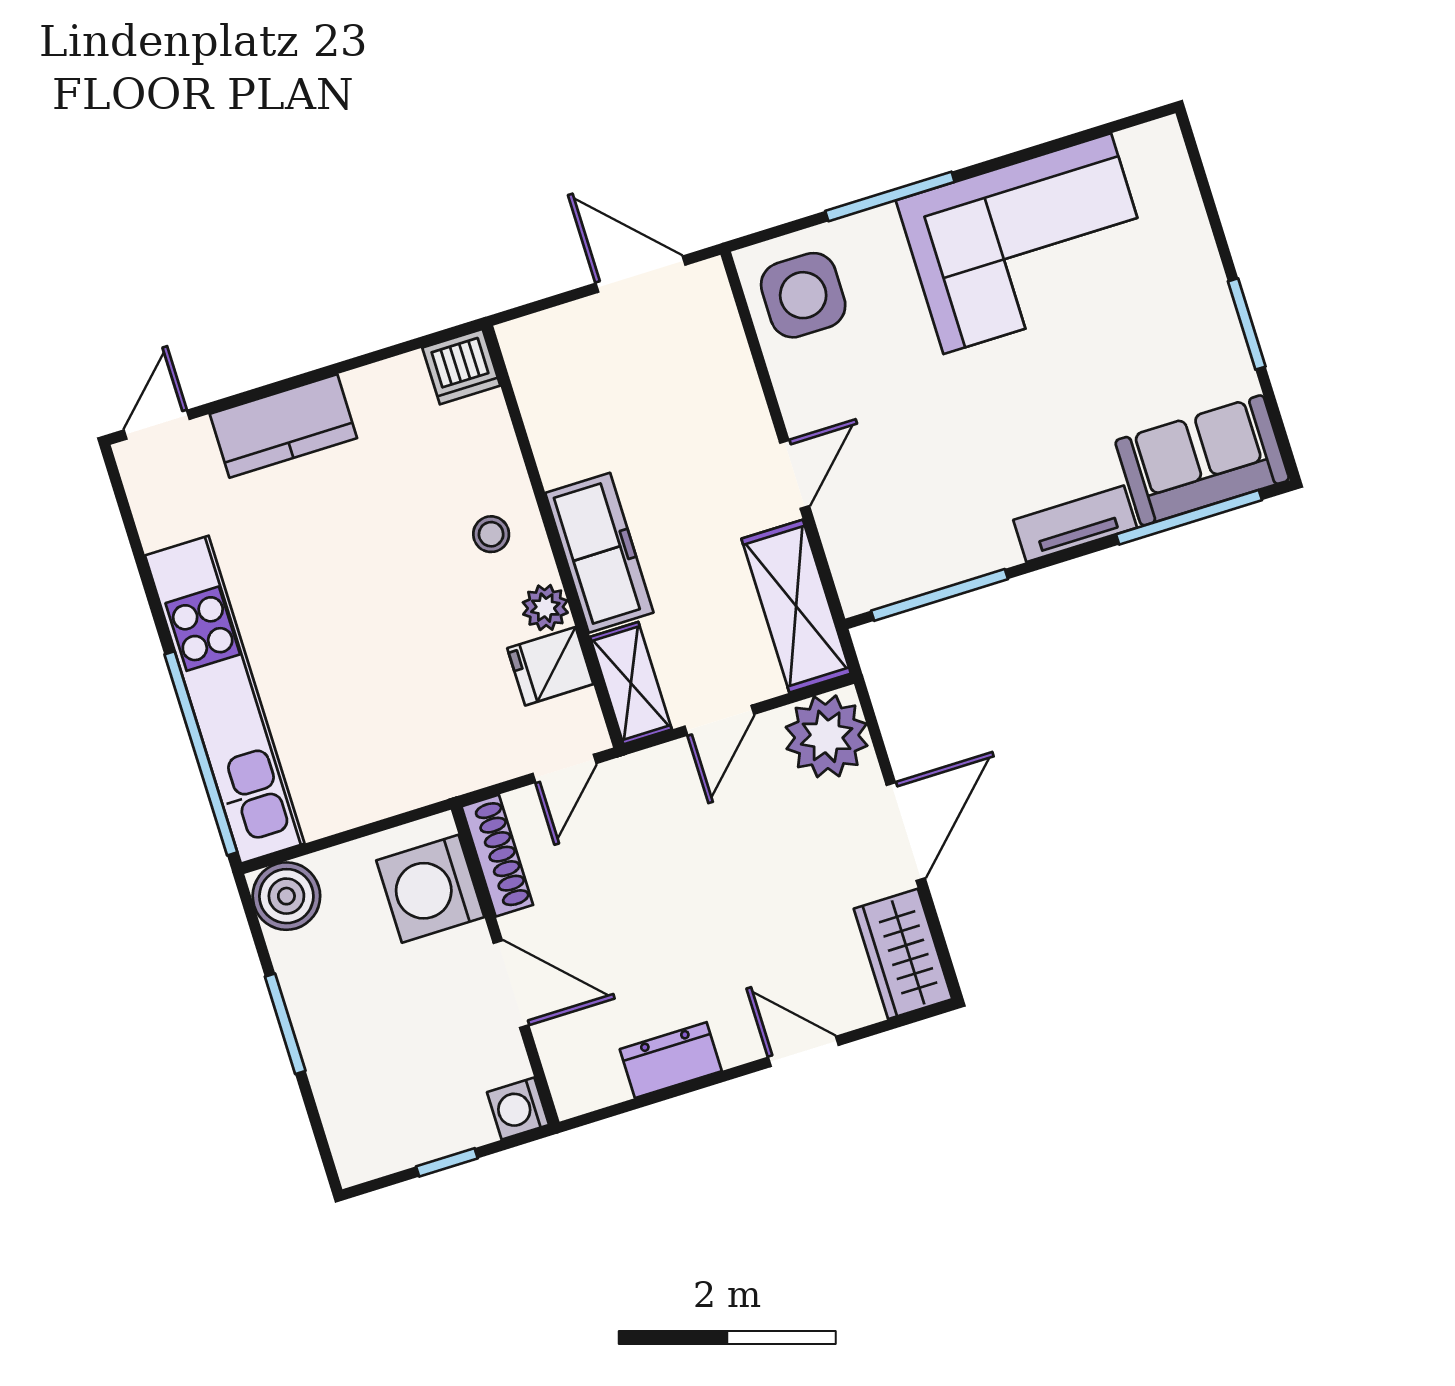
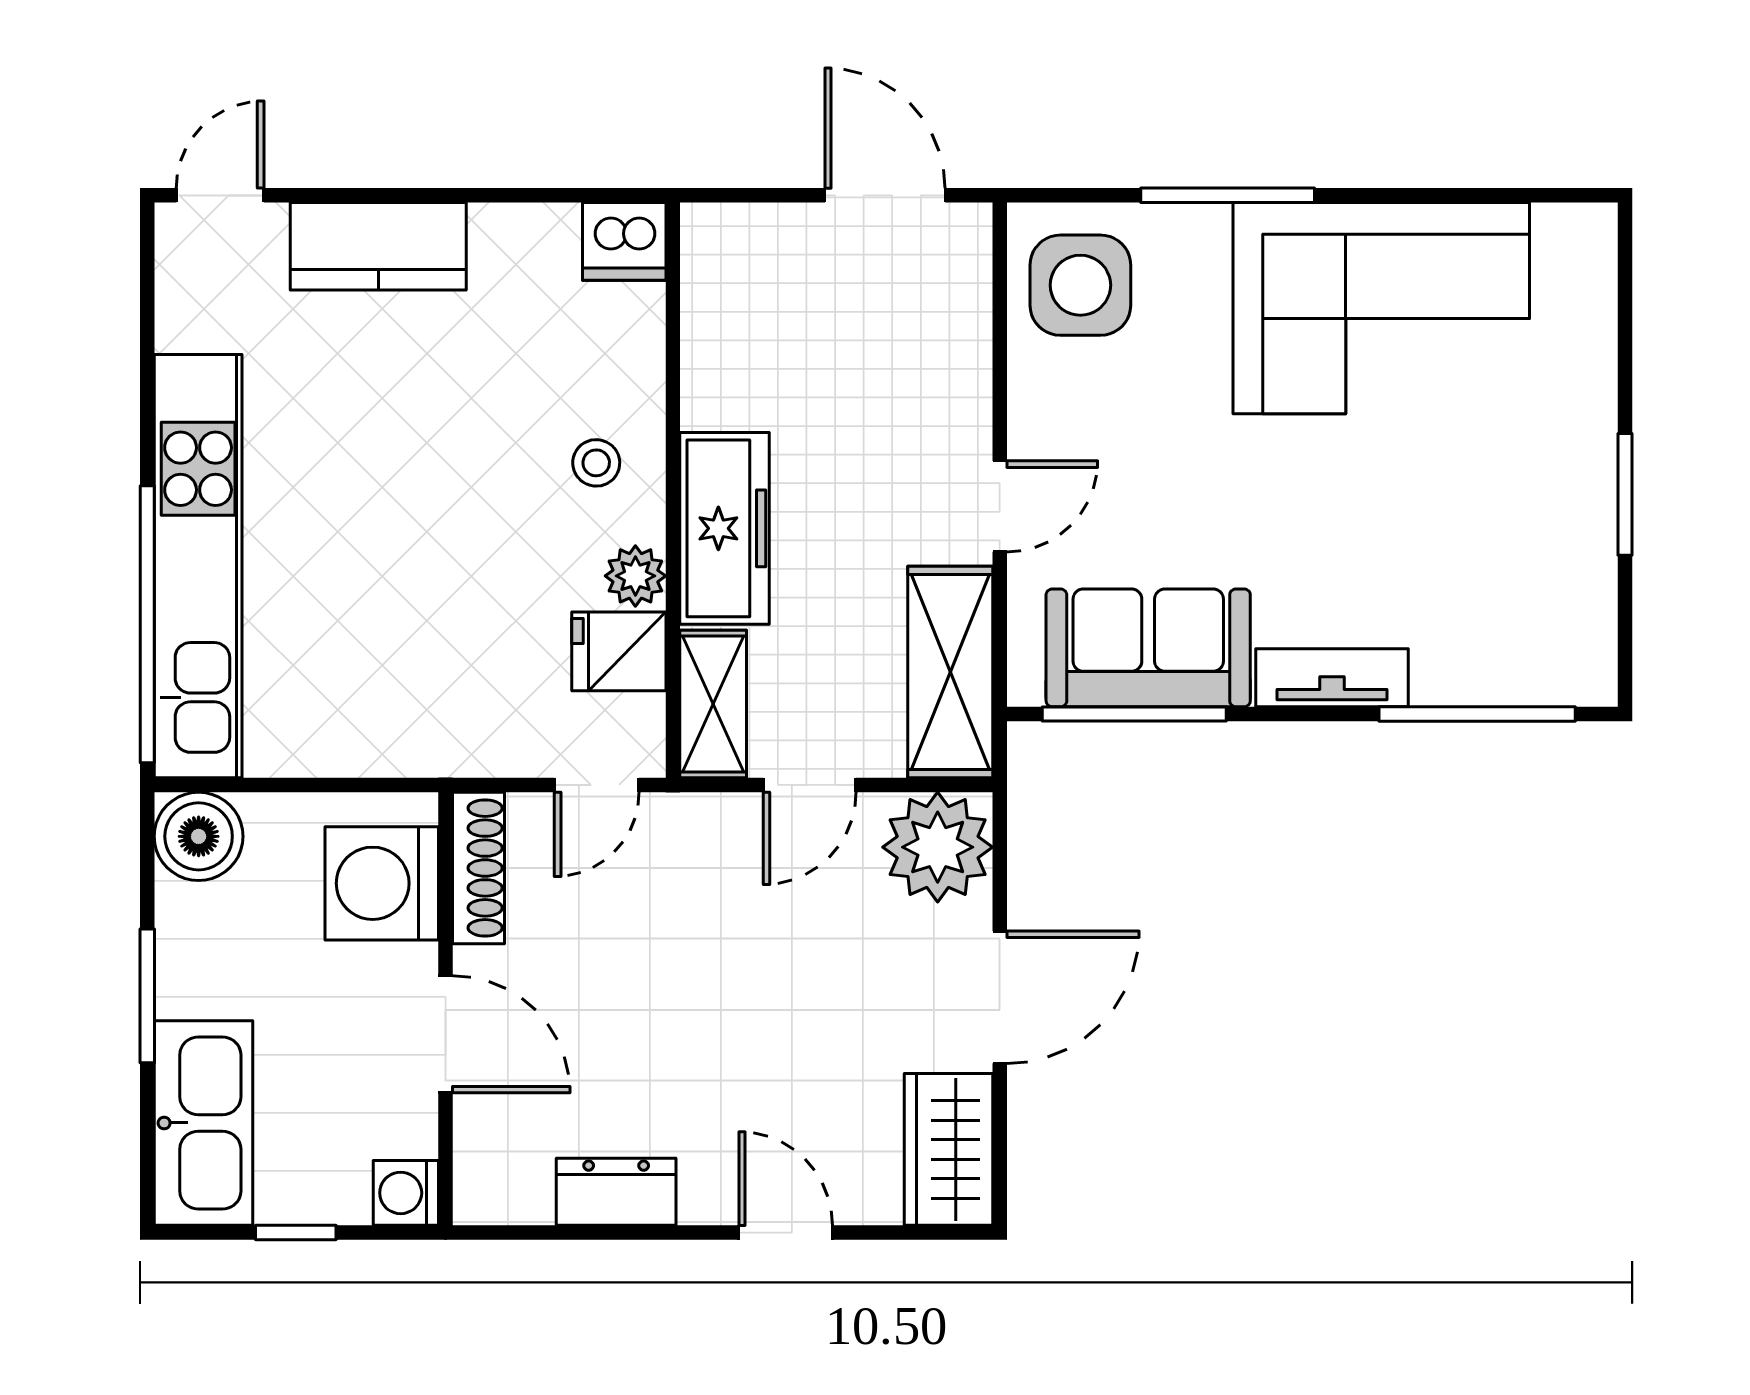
sofa: (1202, 460) -> (1148, 648), moved
kitchen sink: (355, 1104) -> (203, 1123), added

